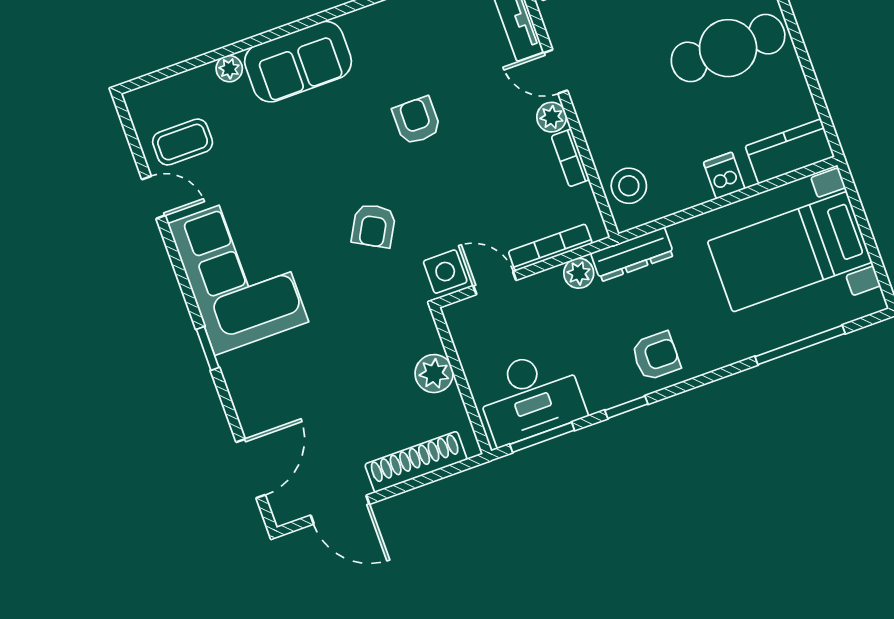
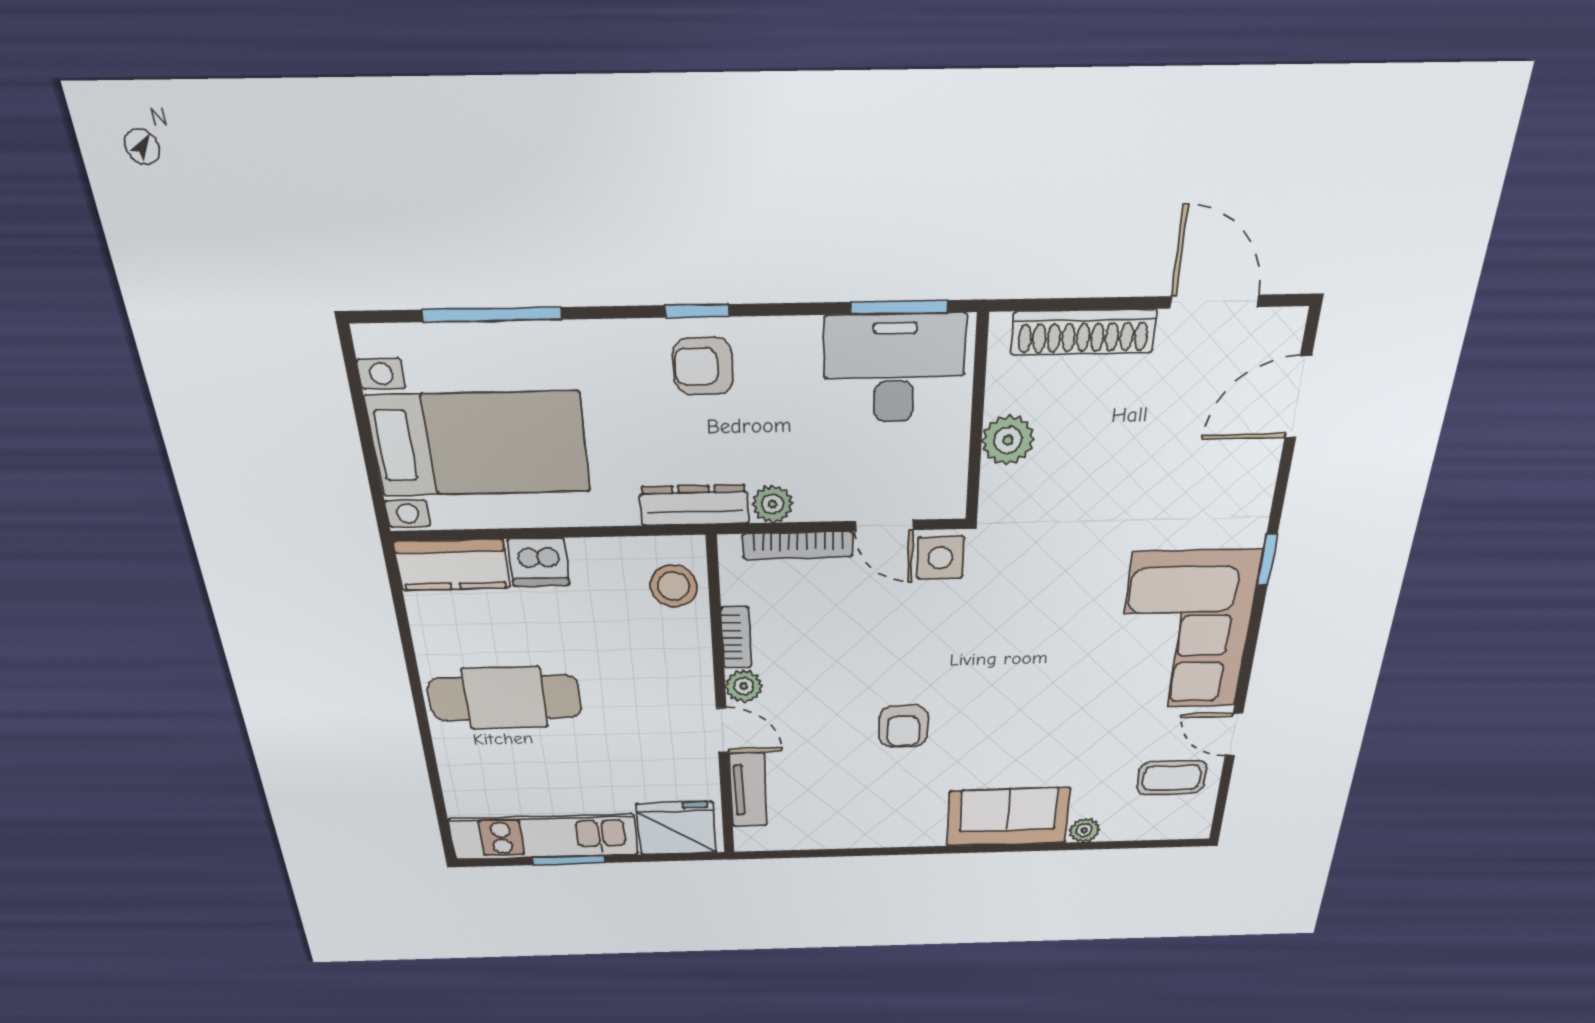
dishwasher: (724, 176) -> (539, 562), width x1.38
armchair: (374, 226) -> (1003, 634), removed
window: (626, 407) -> (697, 311), moved

